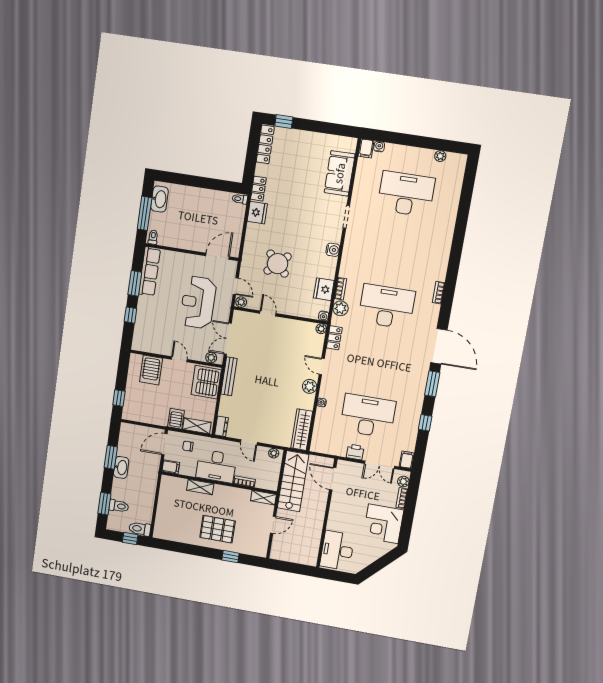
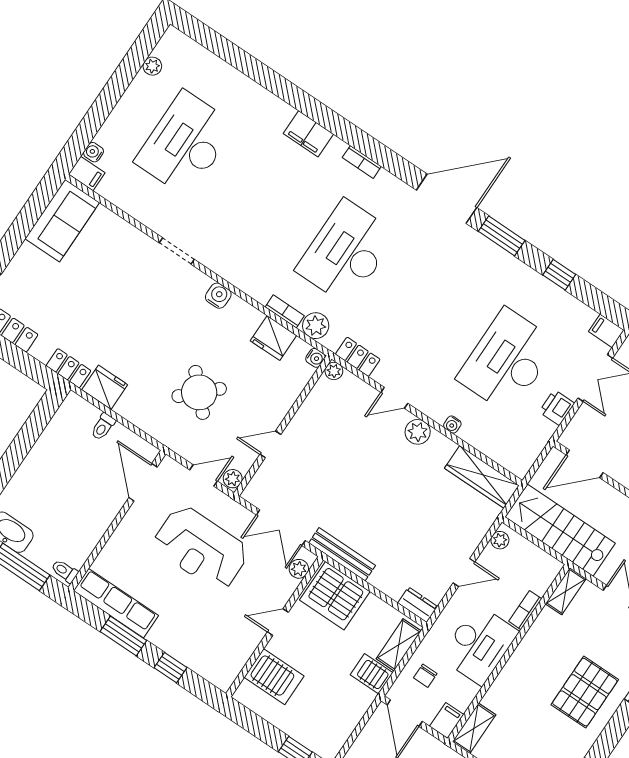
sofa: (340, 173) -> (62, 221), moved, turned -90
toilet: (240, 199) -> (103, 427), moved
filing cabinet: (441, 257) -> (308, 134), added
shelving: (200, 487) -> (474, 728), moved

